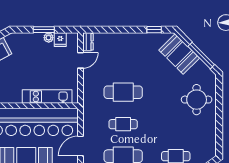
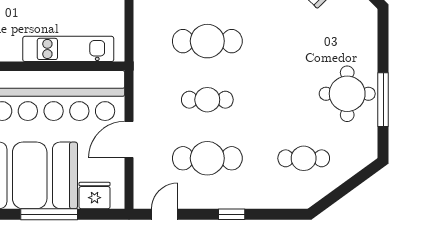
round table: (197, 100) -> (347, 94), moved
window: (219, 124) -> (383, 100), added

